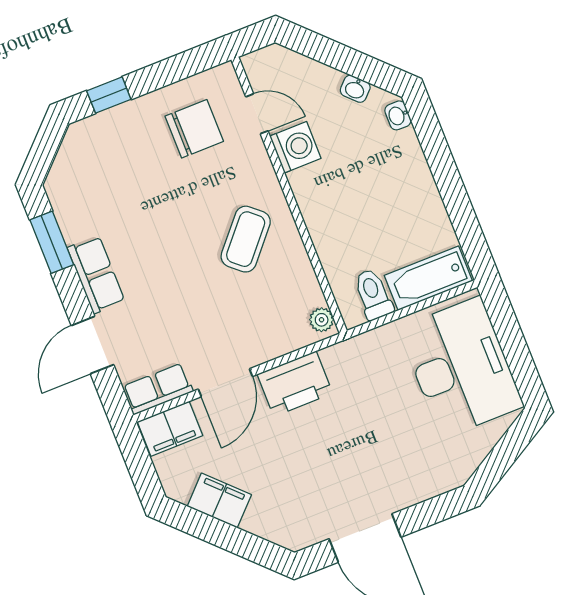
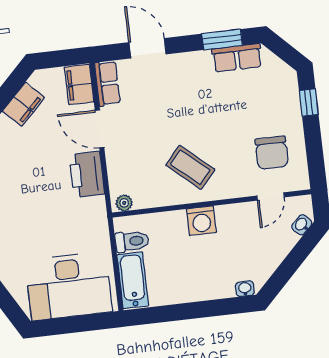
washbasin: (355, 89) -> (302, 225), moved
washing machine: (295, 147) -> (201, 221), moved
row of seats: (96, 275) -> (237, 58), moved

